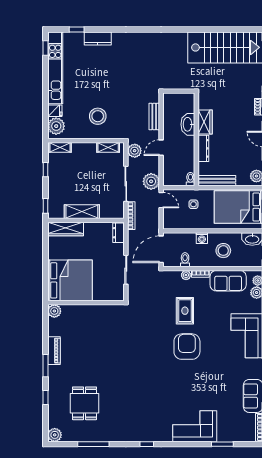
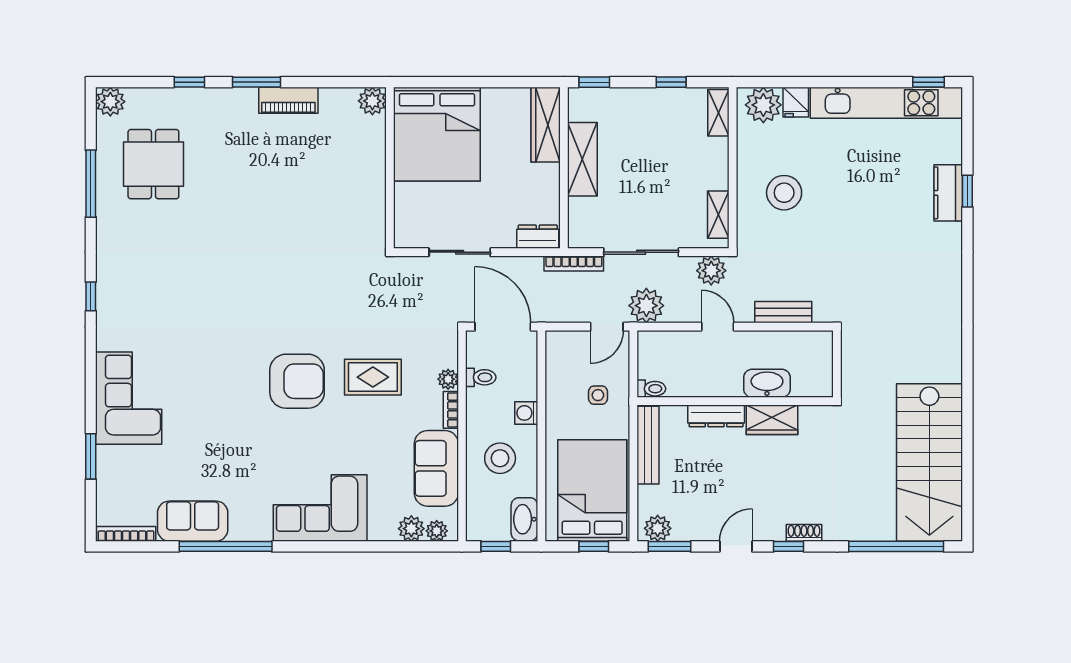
window: (77, 30) -> (967, 191), moved
dining table: (85, 403) -> (153, 164), moved, turned 90

